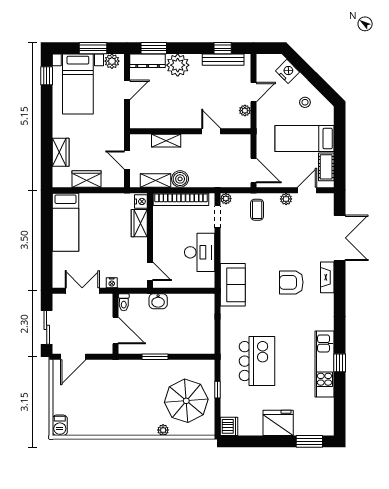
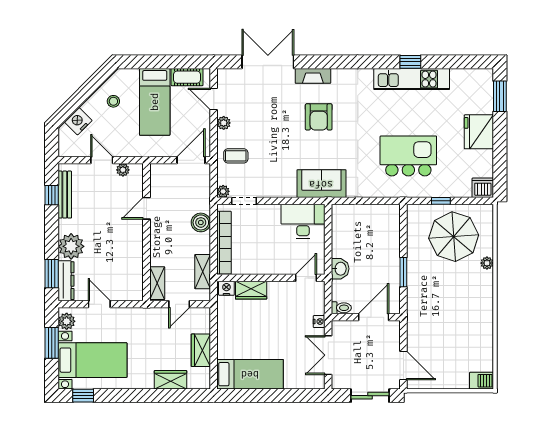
shelving: (166, 141) -> (157, 283), moved
boiler: (180, 179) -> (201, 222), moved
desk: (200, 252) -> (303, 221), moved

